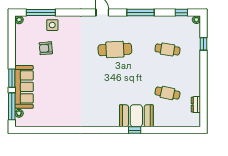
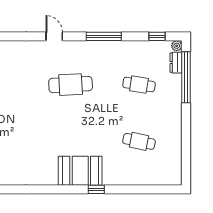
window: (204, 44) -> (186, 77), width x3.17
dresser: (196, 105) -> (176, 63), moved
booth: (136, 116) -> (80, 171), moved

